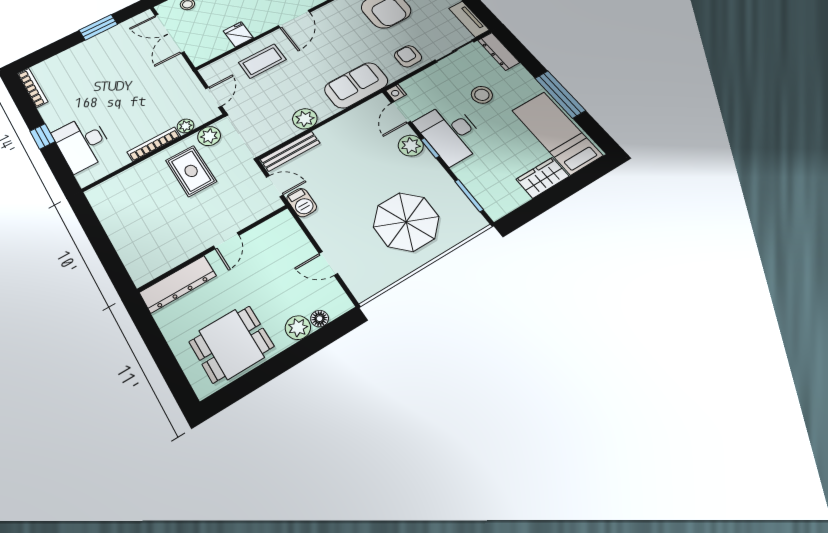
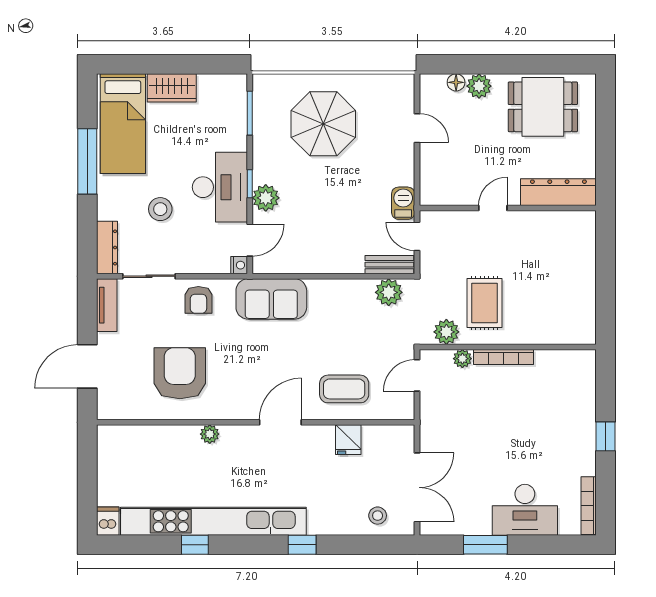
plant: (305, 119) -> (389, 292), moved
desk: (83, 143) -> (525, 510), moved, turned 90
bench: (290, 151) -> (389, 265), width x0.73

